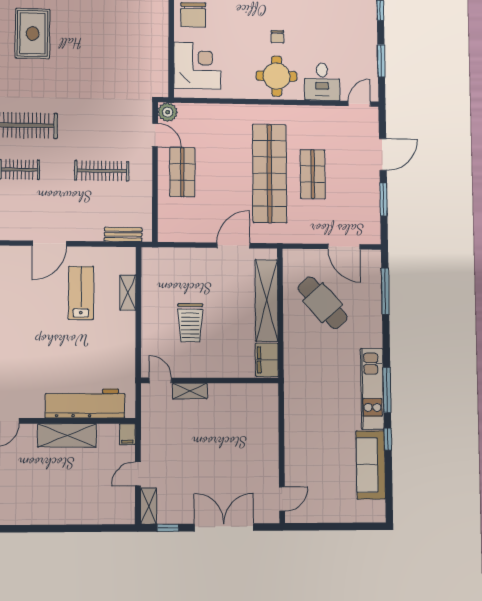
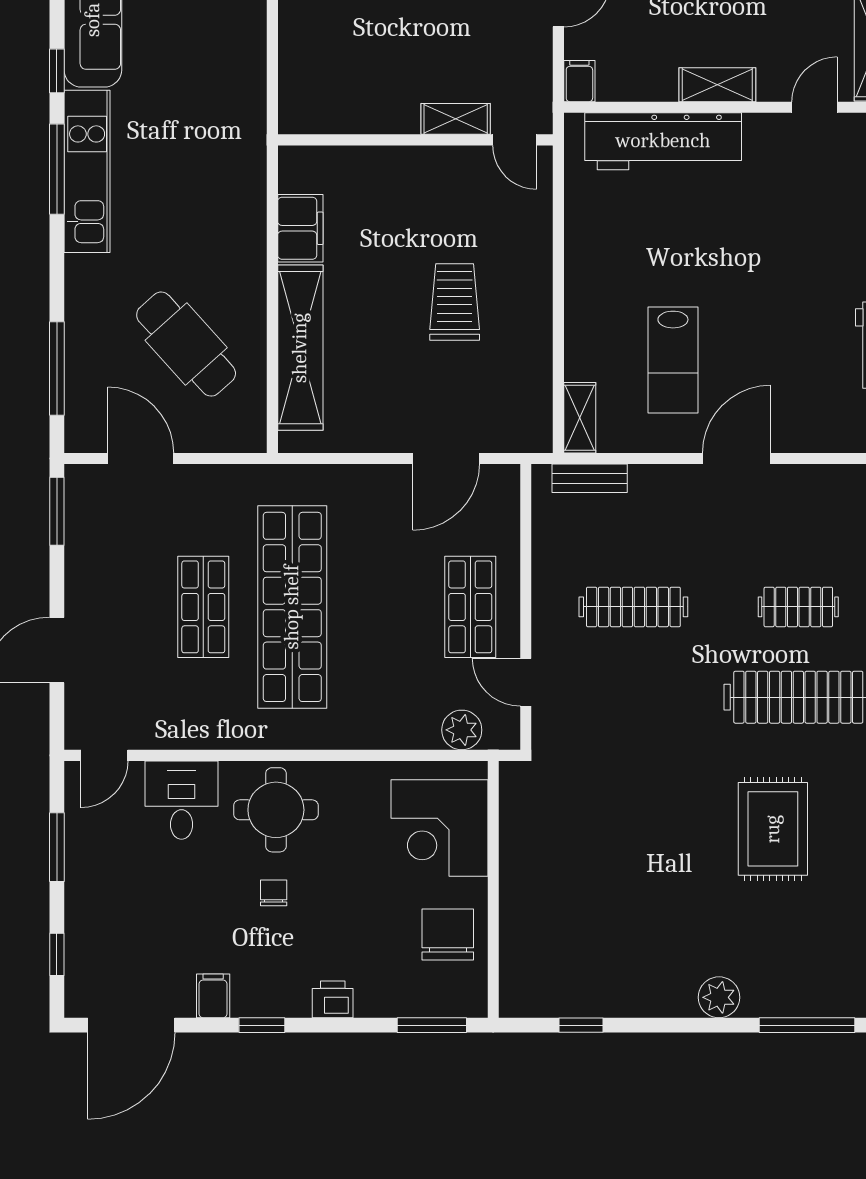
rug: (33, 33) -> (773, 829), moved
plant: (168, 112) -> (462, 730), moved
window: (384, 199) -> (57, 511), moved
door: (234, 245) -> (446, 458), moved
shelving: (128, 293) -> (580, 418), moved
door: (160, 380) -> (515, 140), moved
wall: (210, 381) -> (415, 140), moved
shelving: (190, 391) -> (456, 119), moved
shelving: (67, 435) -> (717, 85), width x0.67, depth x0.75

